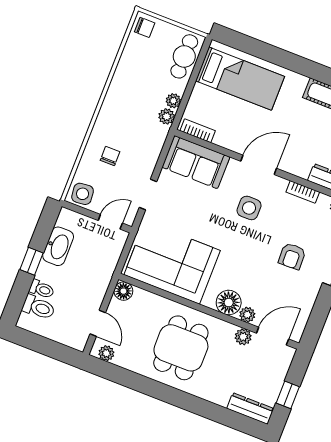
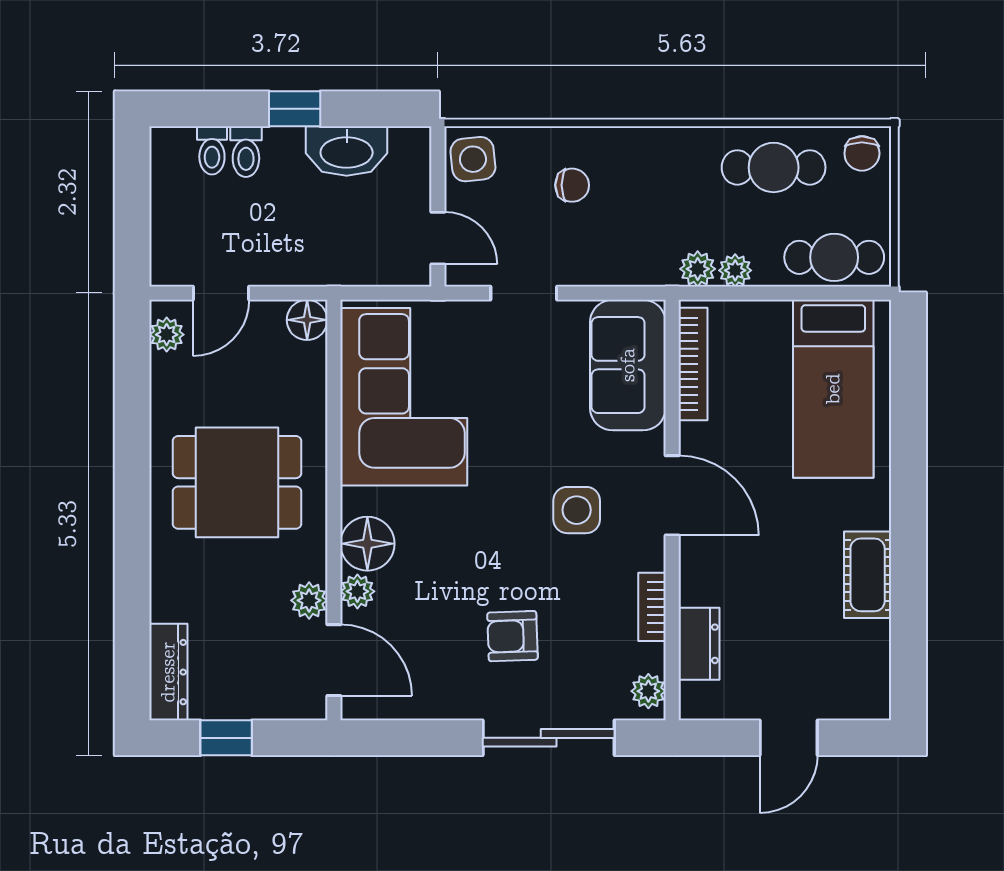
cafe table: (136, 67) -> (774, 167), added
bookcase: (198, 131) -> (693, 364), width x1.56
toilet: (39, 307) -> (212, 150), width x0.73, depth x0.72

